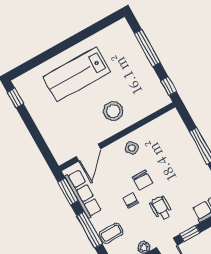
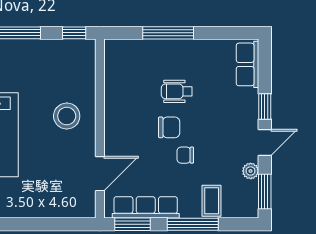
side table: (132, 148) -> (123, 119), removed
door: (88, 153) -> (100, 174), hinge flipped
wheelchair: (161, 208) -> (177, 91), moved

